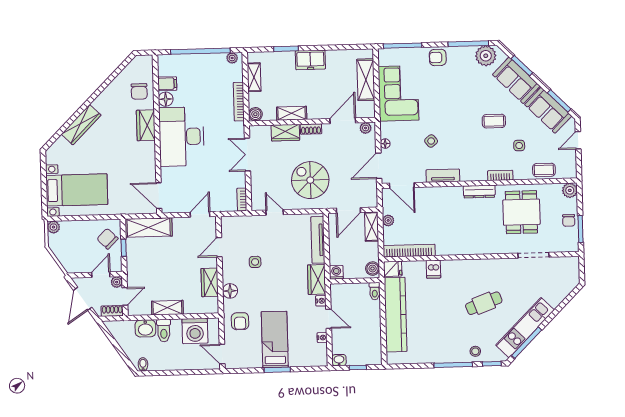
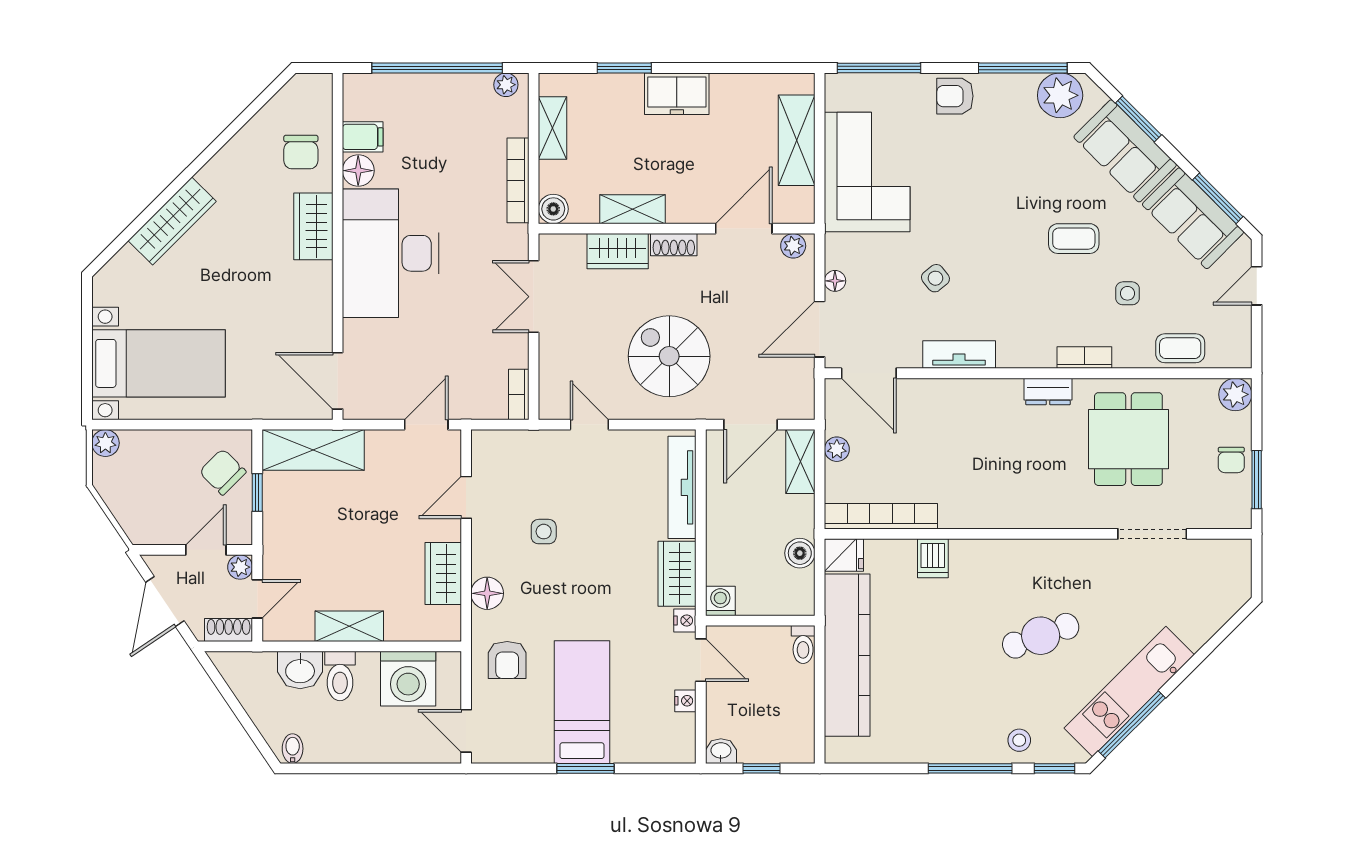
dresser: (479, 192) -> (1048, 391), width x0.70
washing machine: (336, 272) -> (720, 601), moved
wall: (355, 281) -> (760, 621), moved
toilet: (375, 291) -> (803, 645), moved

